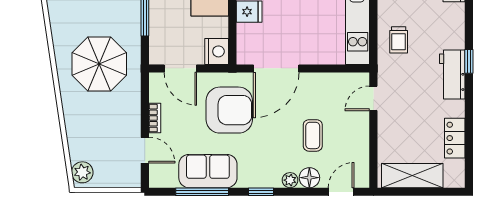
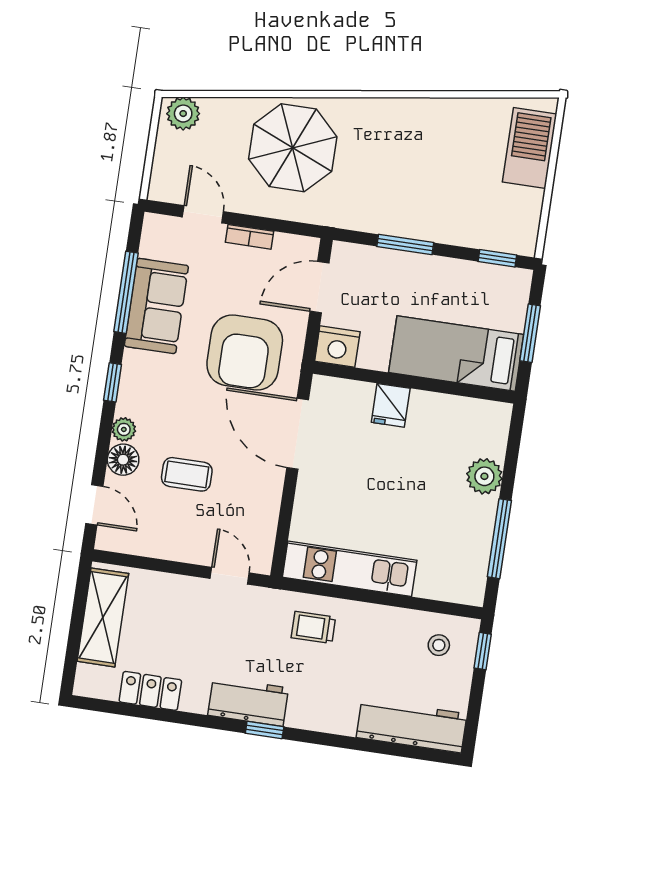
parasol: (99, 64) -> (293, 148), moved
door: (145, 150) -> (203, 214), swing flipped

